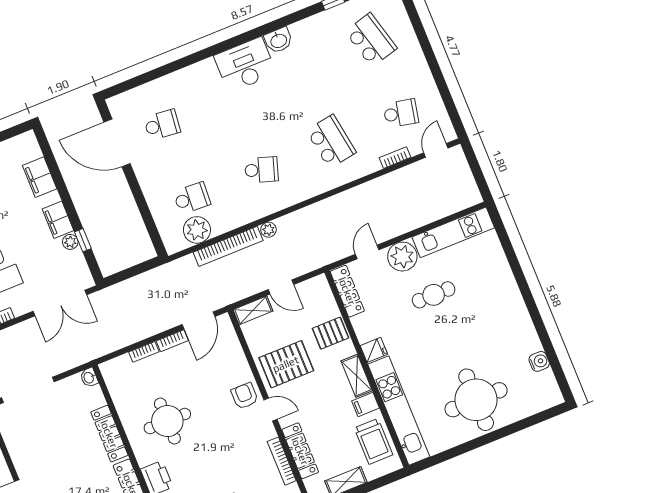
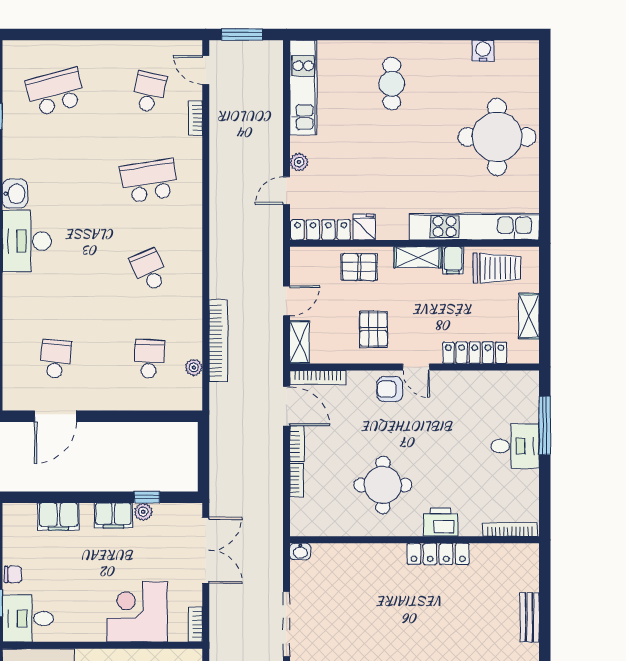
door: (117, 143) -> (55, 416), width x0.73
window: (475, 168) -> (242, 35), added
school desk: (261, 170) -> (149, 270), turned -42
plant: (197, 230) -> (194, 367), width x0.53, depth x0.53
plant: (268, 230) -> (218, 289), removed
door: (367, 252) -> (286, 191), hinge flipped
plant: (402, 257) -> (299, 162), width x0.53, depth x0.53
cafe table: (434, 295) -> (392, 84), moved
pallet: (330, 333) -> (359, 267), turned 90
fridge: (374, 350) -> (364, 227), moved
pallet: (286, 364) -> (373, 329), width x0.67, depth x0.71
door: (270, 410) -> (416, 367), swing flipped
locker: (109, 434) -> (371, 554), removed
bookcase: (282, 461) -> (318, 377), moved

